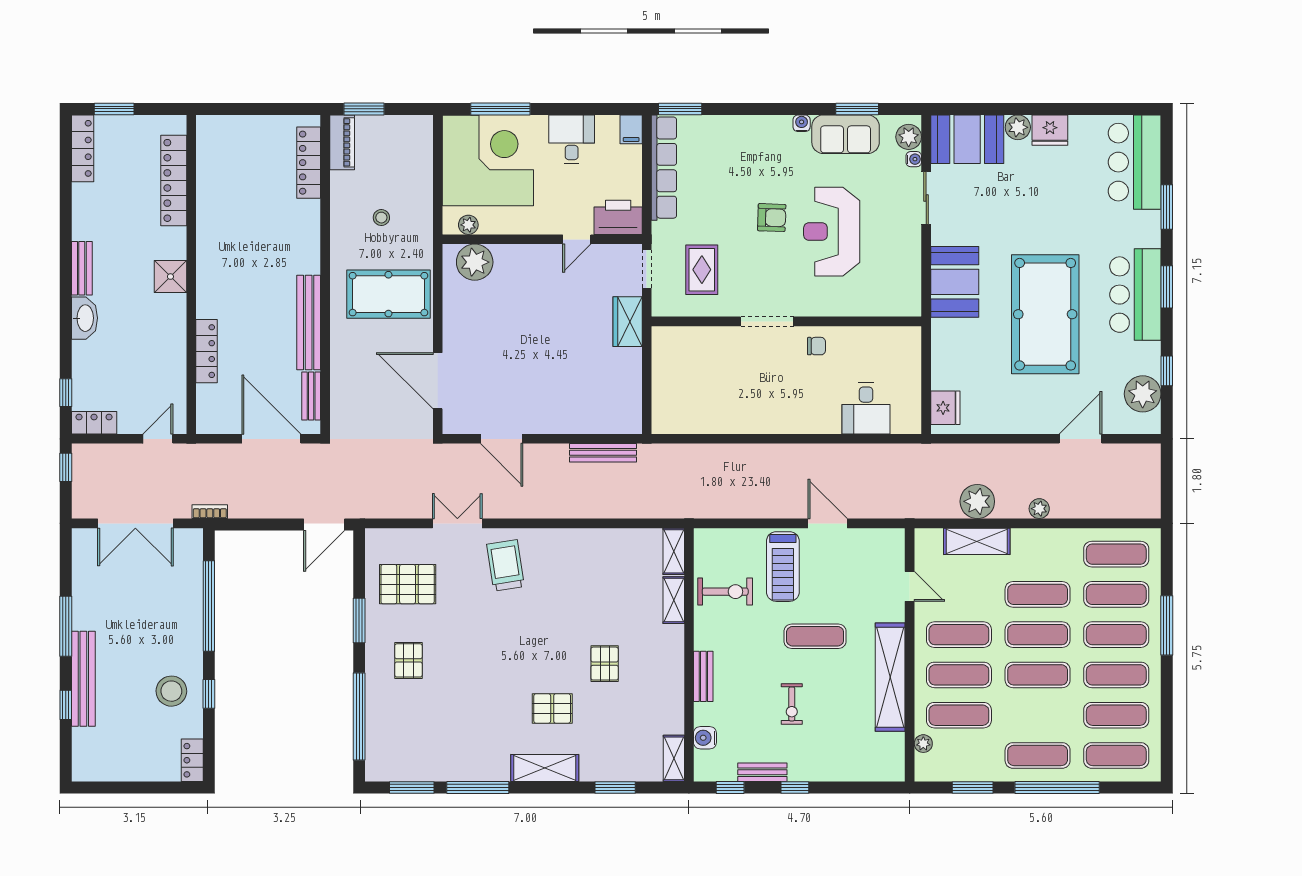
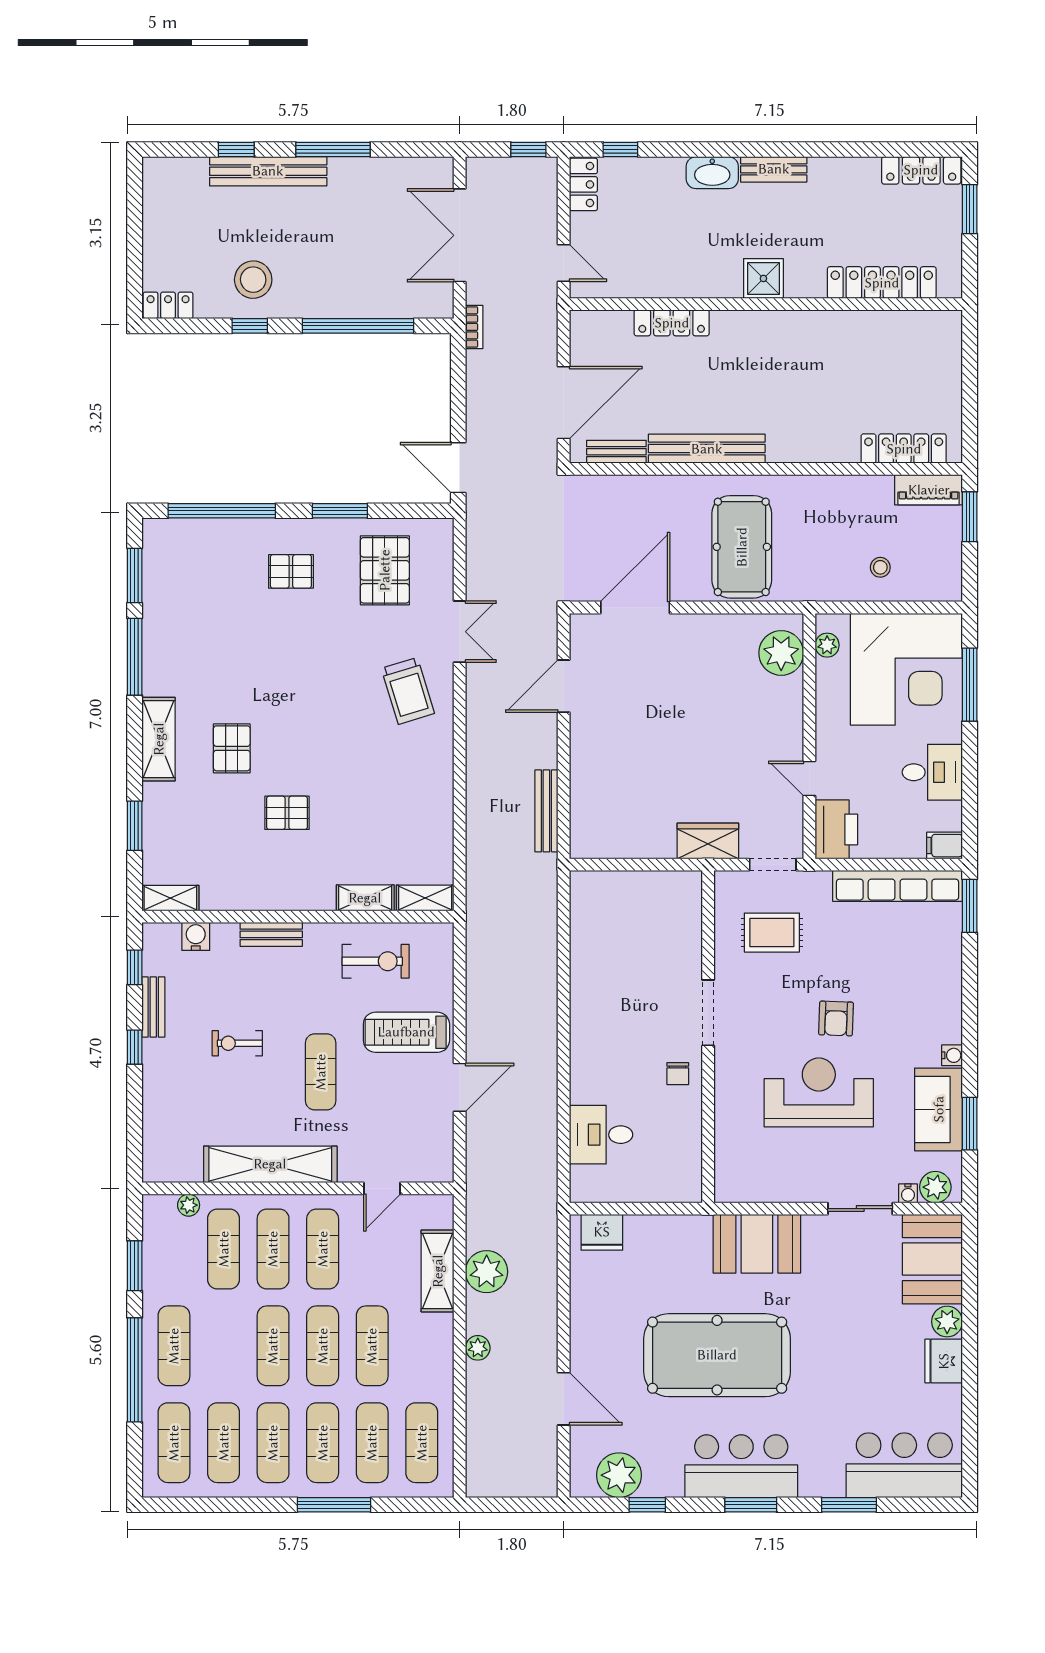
stool: (381, 218) -> (880, 567), moved
trolley: (506, 565) -> (408, 691), turned 82
exercise bike: (725, 592) -> (376, 961), turned -90

